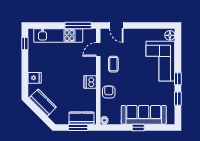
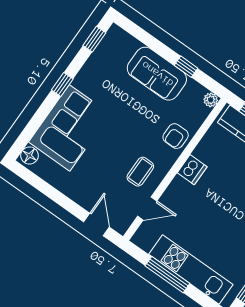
window: (78, 25) -> (167, 275), moved
window: (178, 99) -> (94, 39), moved
sofa: (144, 115) -> (157, 74), width x0.73
window: (138, 127) -> (186, 67), moved

